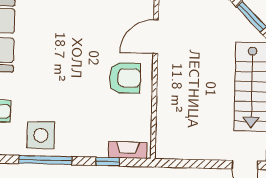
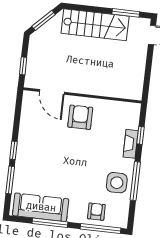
fireplace: (128, 150) -> (131, 144), moved

